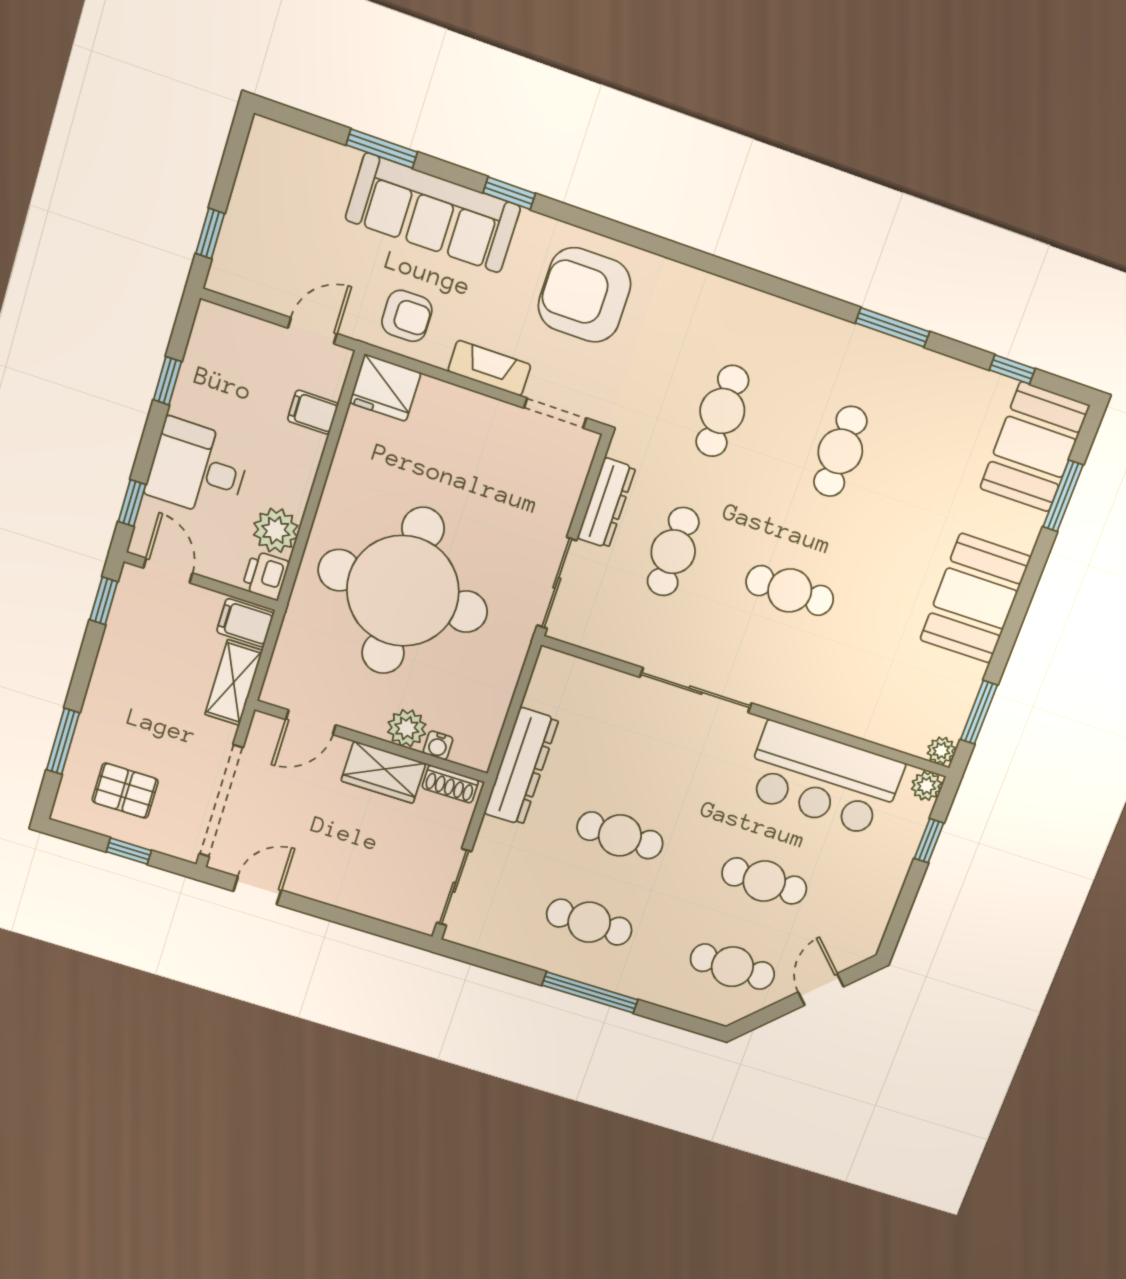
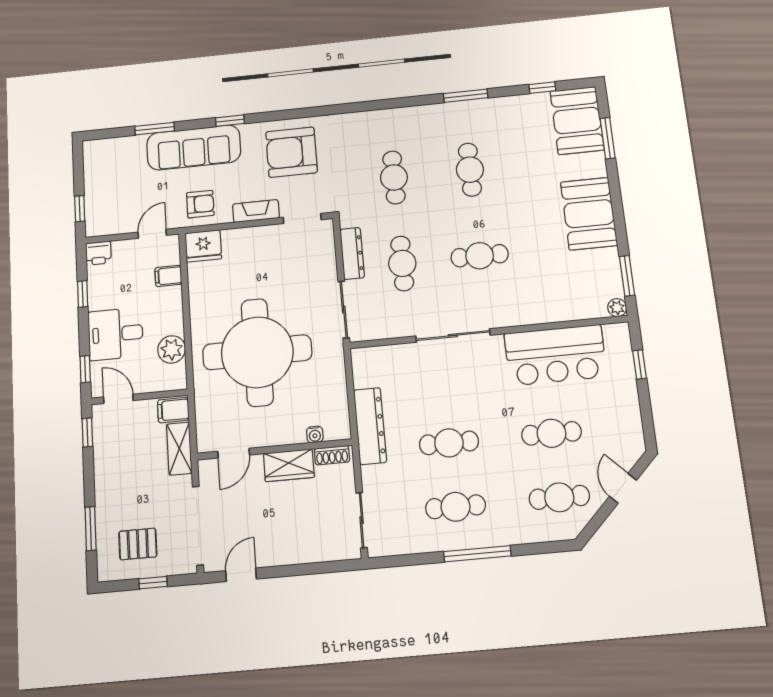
printer: (266, 576) -> (98, 253), moved, turned -90
plant: (407, 728) -> (292, 432), removed
plant: (927, 786) -> (620, 332), removed

